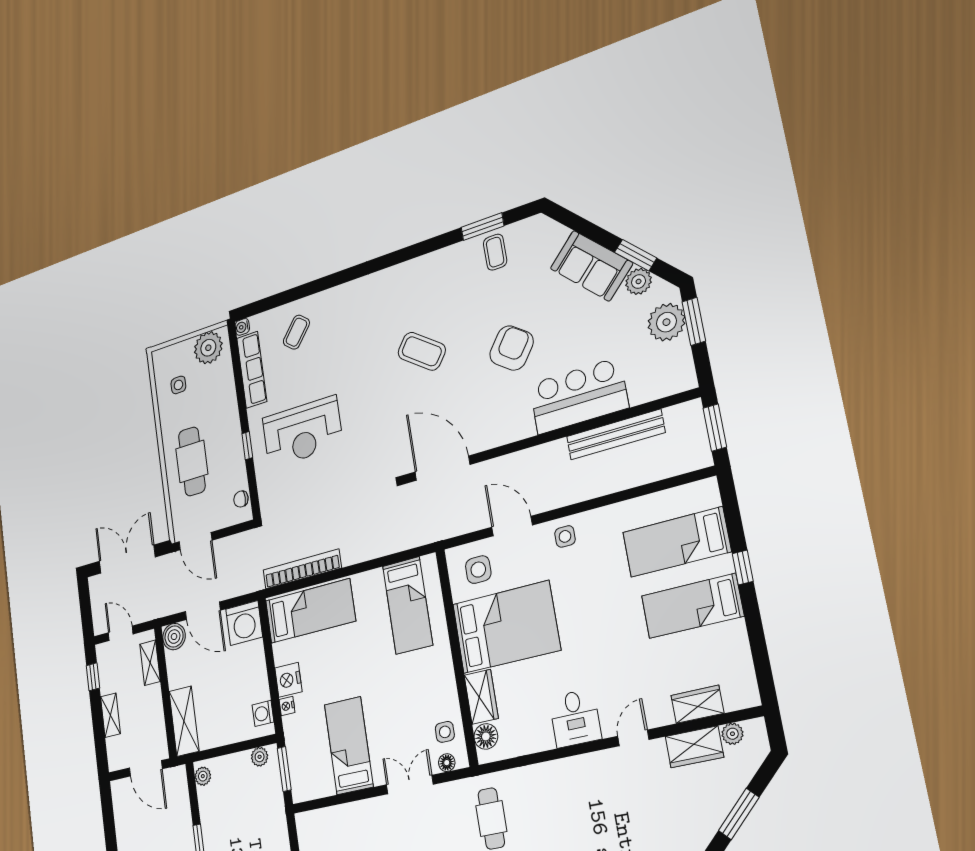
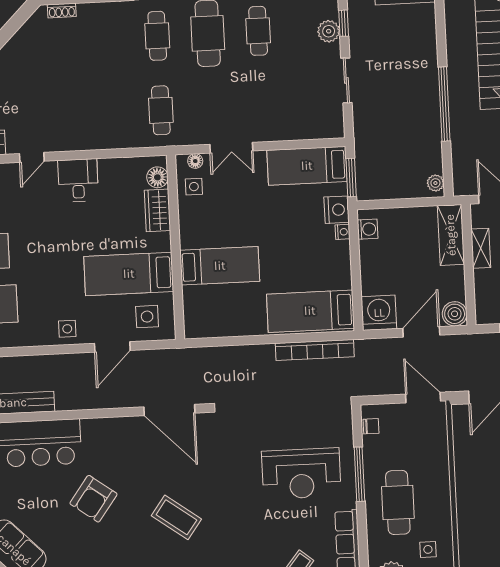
reception desk: (302, 432) -> (301, 474), turned 180
window: (247, 446) -> (359, 474), width x2.17
cafe table: (192, 461) -> (398, 502), moved
door: (512, 526) -> (112, 347), hinge flipped
bed: (408, 605) -> (220, 266), moved, turned 90
door: (203, 611) -> (421, 332), hinge flipped
bed: (506, 627) -> (129, 274), width x0.67
shelving: (150, 663) -> (481, 248), moved
nightstand: (288, 680) -> (337, 210), moved
bed: (349, 746) -> (307, 166), moved, turned 90
plant: (260, 757) -> (375, 192), removed

